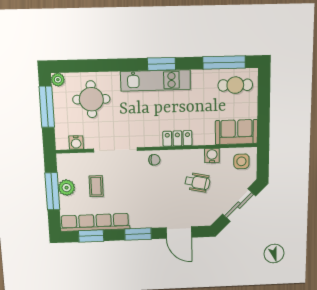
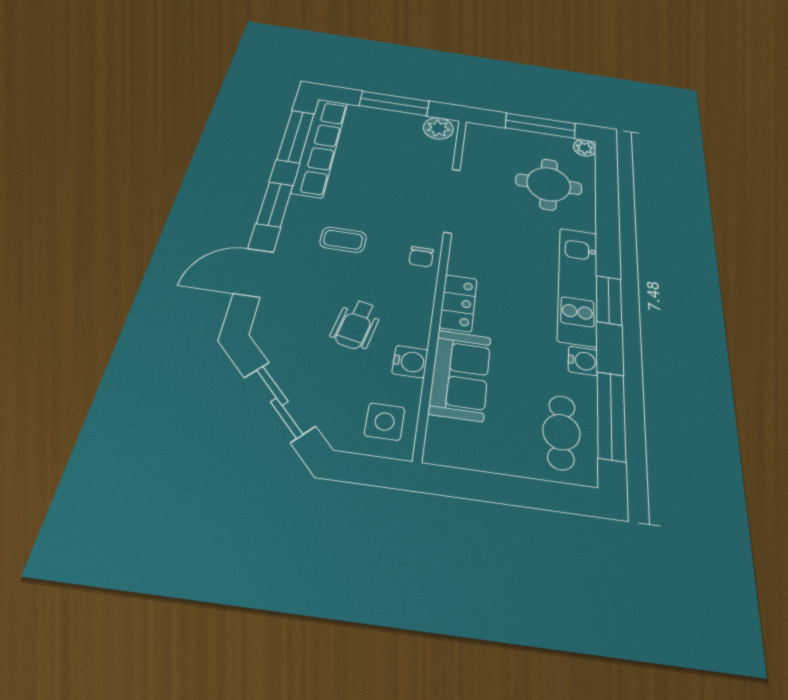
sofa: (236, 132) -> (460, 375), moved
water cooler: (76, 143) -> (583, 361), moved, turned 180
coffee table: (96, 186) -> (343, 240), moved
plant: (67, 188) -> (438, 128), moved
window: (91, 236) -> (296, 136), width x1.44

